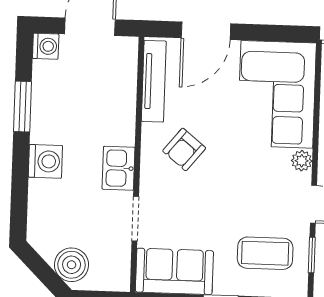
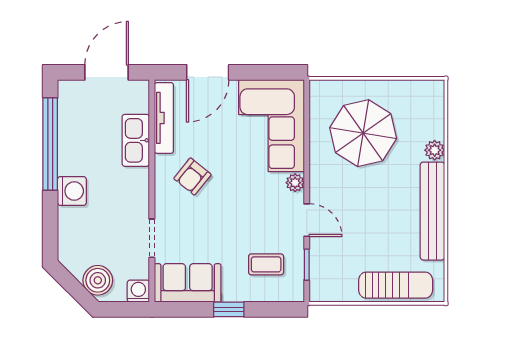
washing machine: (46, 46) -> (138, 291), moved, turned -90
window: (22, 107) -> (50, 144), width x2.11
kitchen sink: (118, 168) -> (136, 140), moved, width x1.38
coffee table: (265, 253) -> (266, 264), width x0.73, depth x0.77

